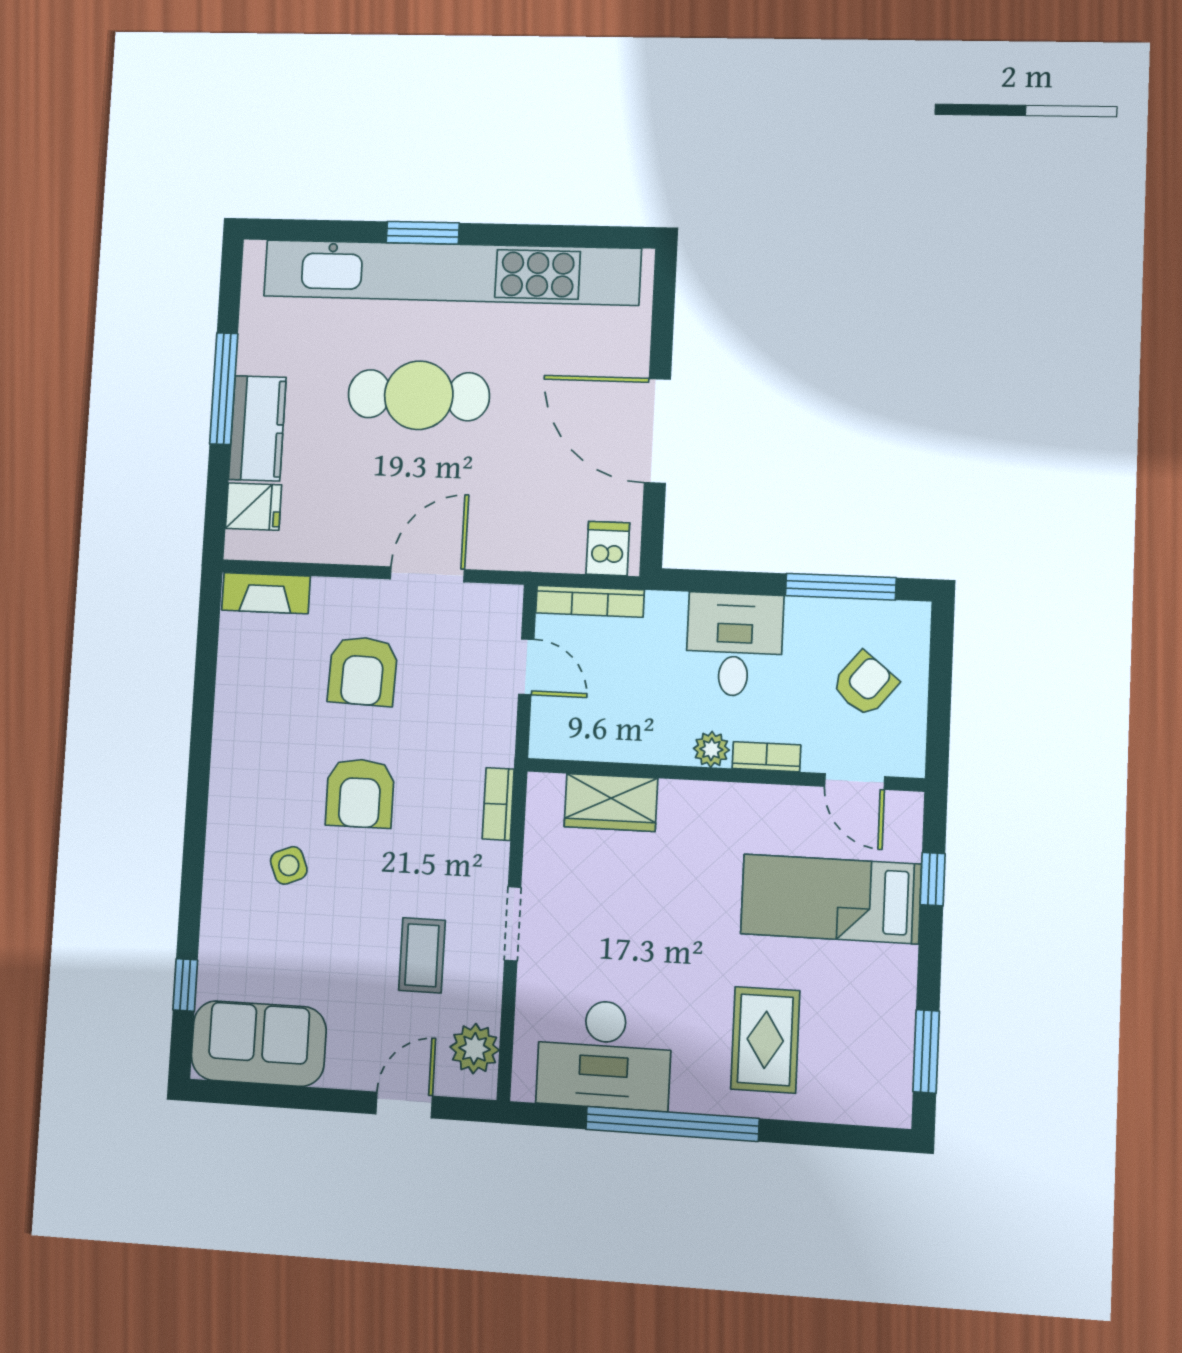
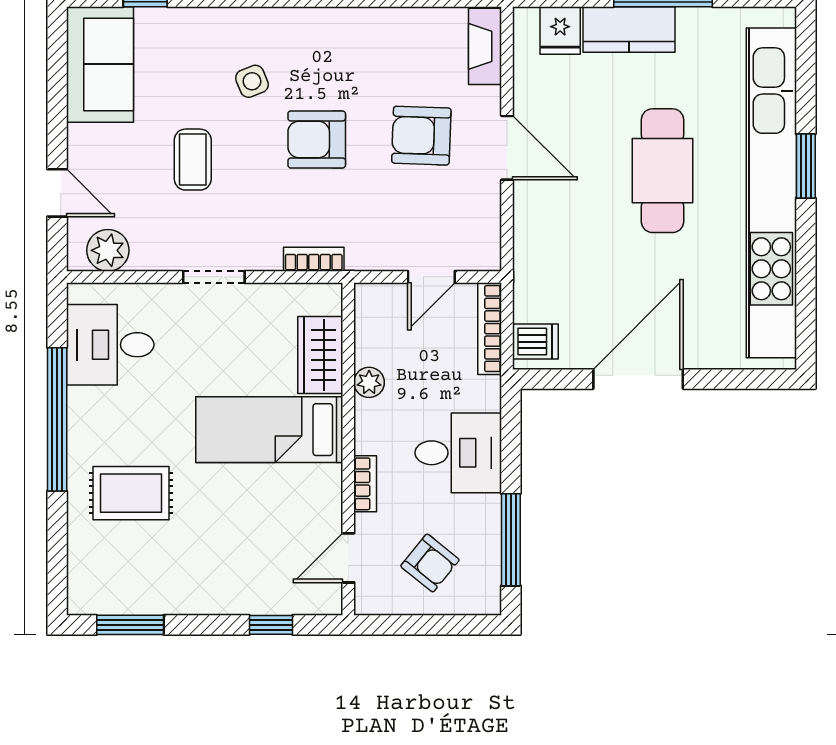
door: (427, 574) -> (507, 148), moved
plant: (711, 749) -> (369, 382), moved
bed: (831, 899) -> (269, 430), moved, turned -90
coffee table: (422, 955) -> (193, 160), moved, turned 90
desk: (604, 1055) -> (110, 345), width x0.73

